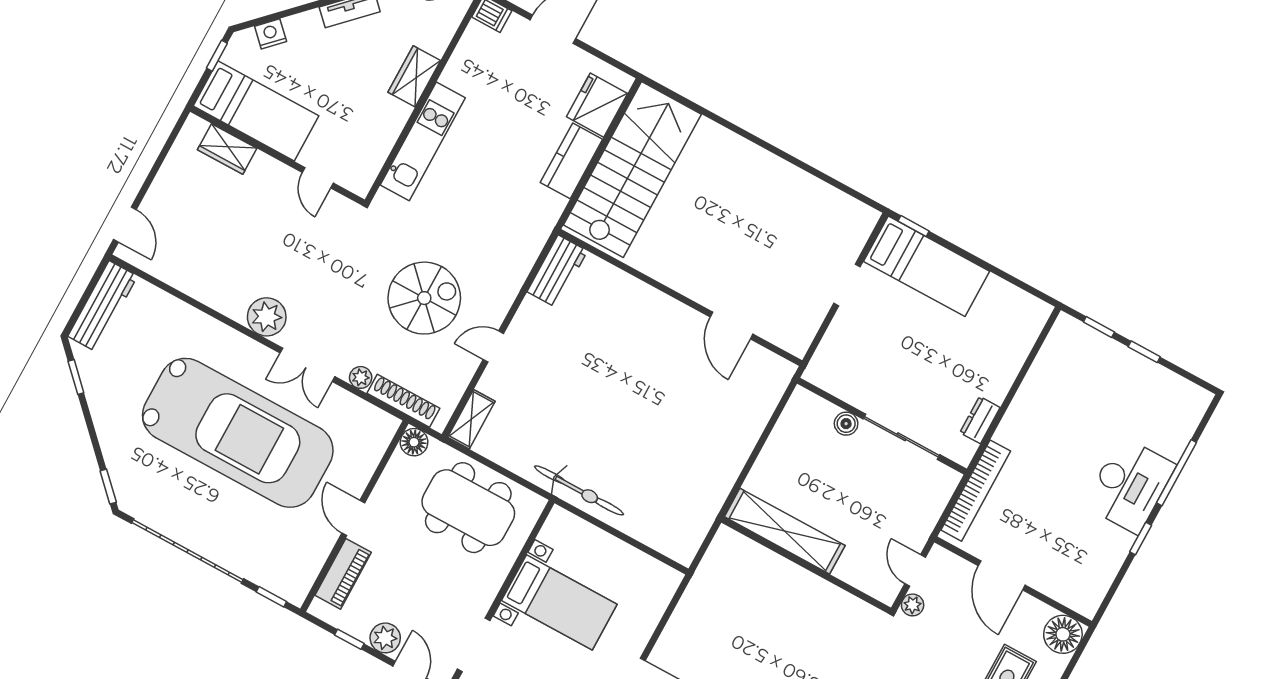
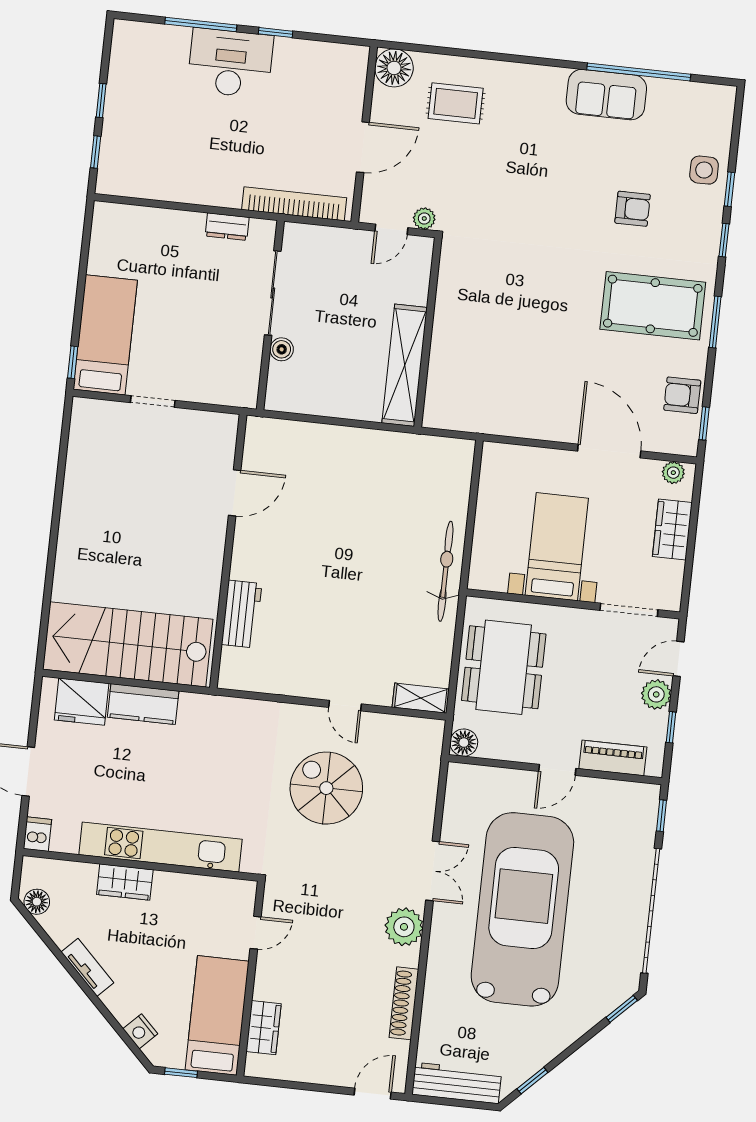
kitchen unit: (423, 141) -> (161, 847), width x1.36
workbench: (557, 271) -> (242, 614), moved, turned 90
plant: (361, 377) -> (424, 817), removed
shoe rack: (403, 401) -> (404, 1003), moved

